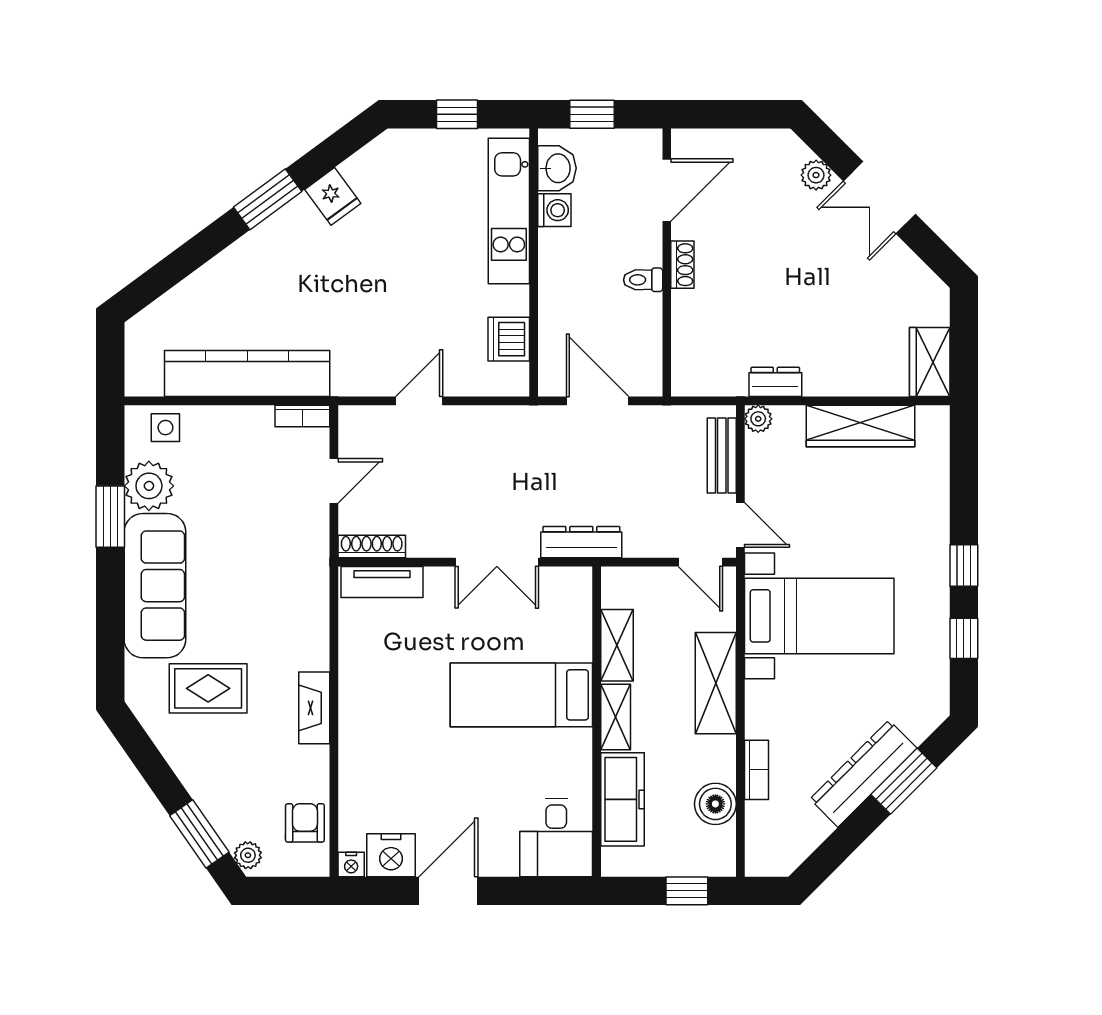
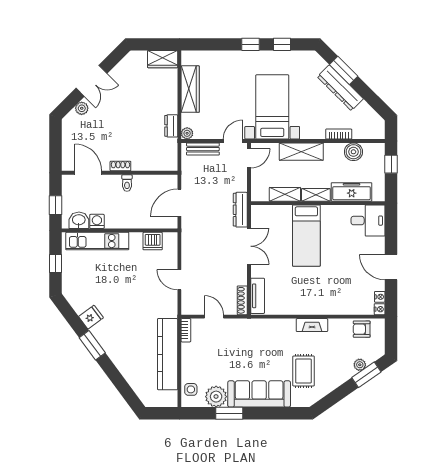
plant: (248, 855) -> (360, 365), moved
nightstand: (391, 855) -> (380, 297), width x0.53, depth x0.56

